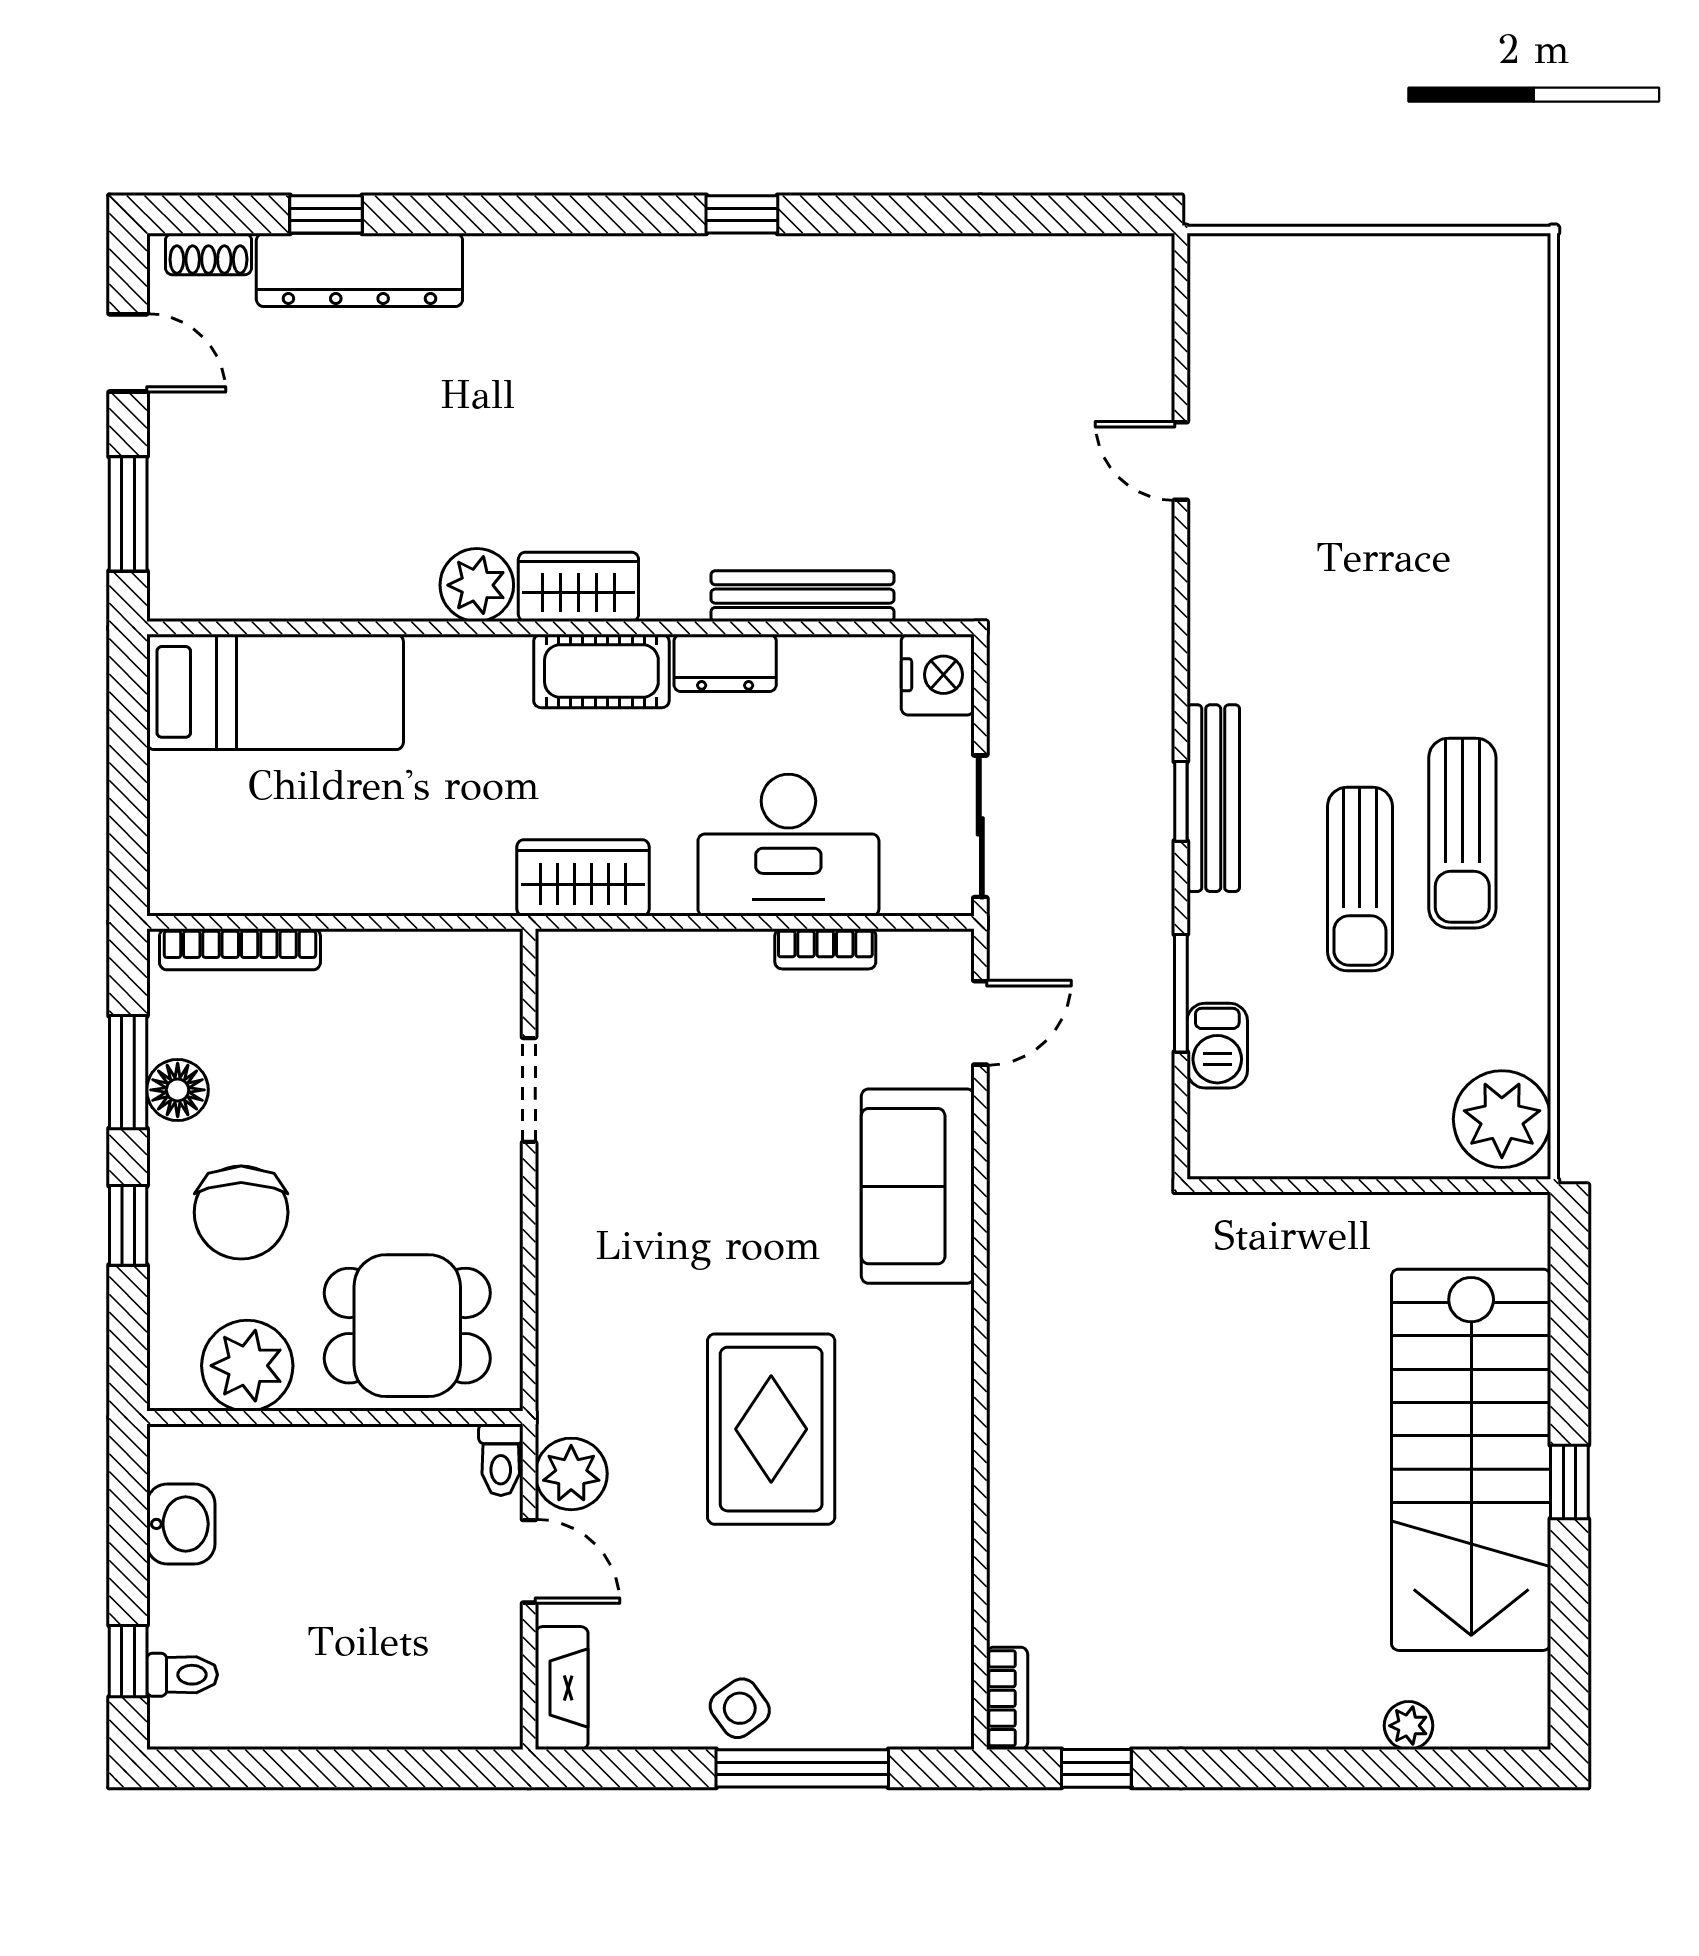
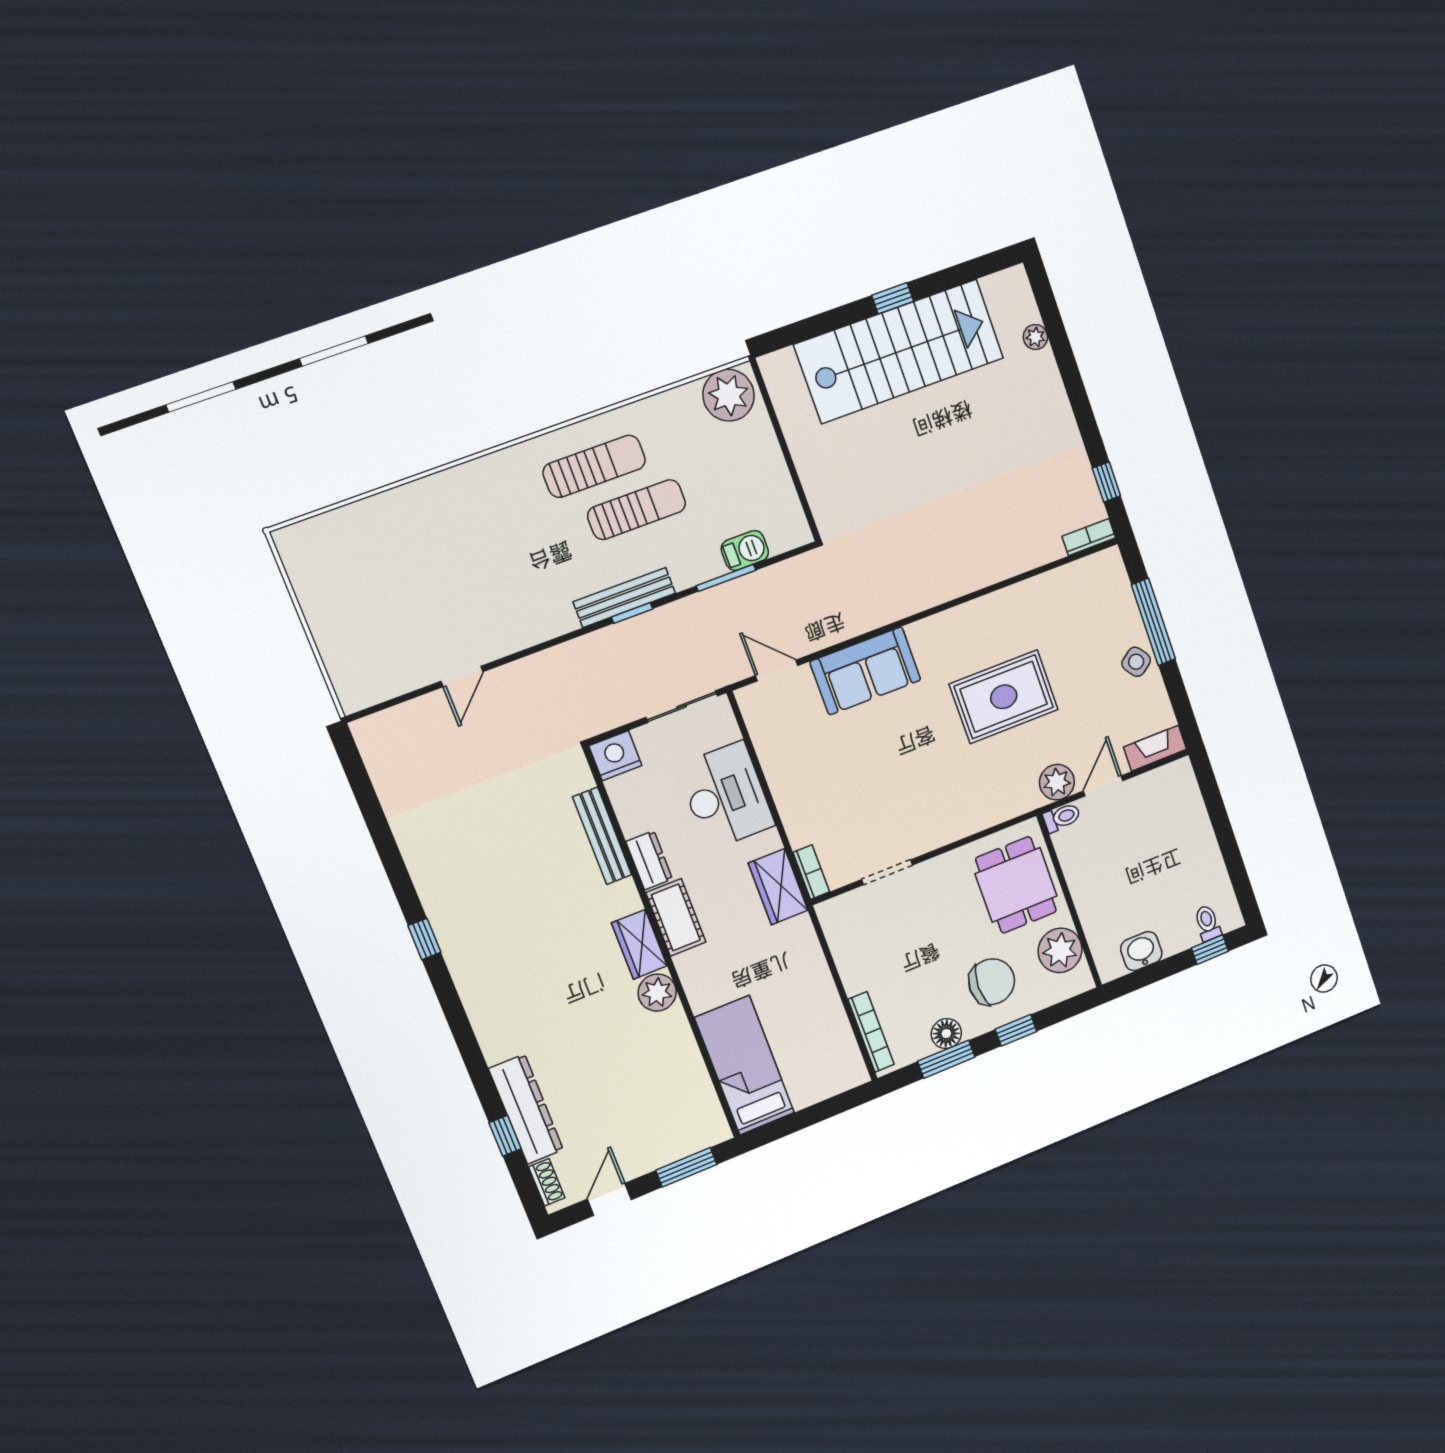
bookcase: (825, 949) -> (811, 872), moved

